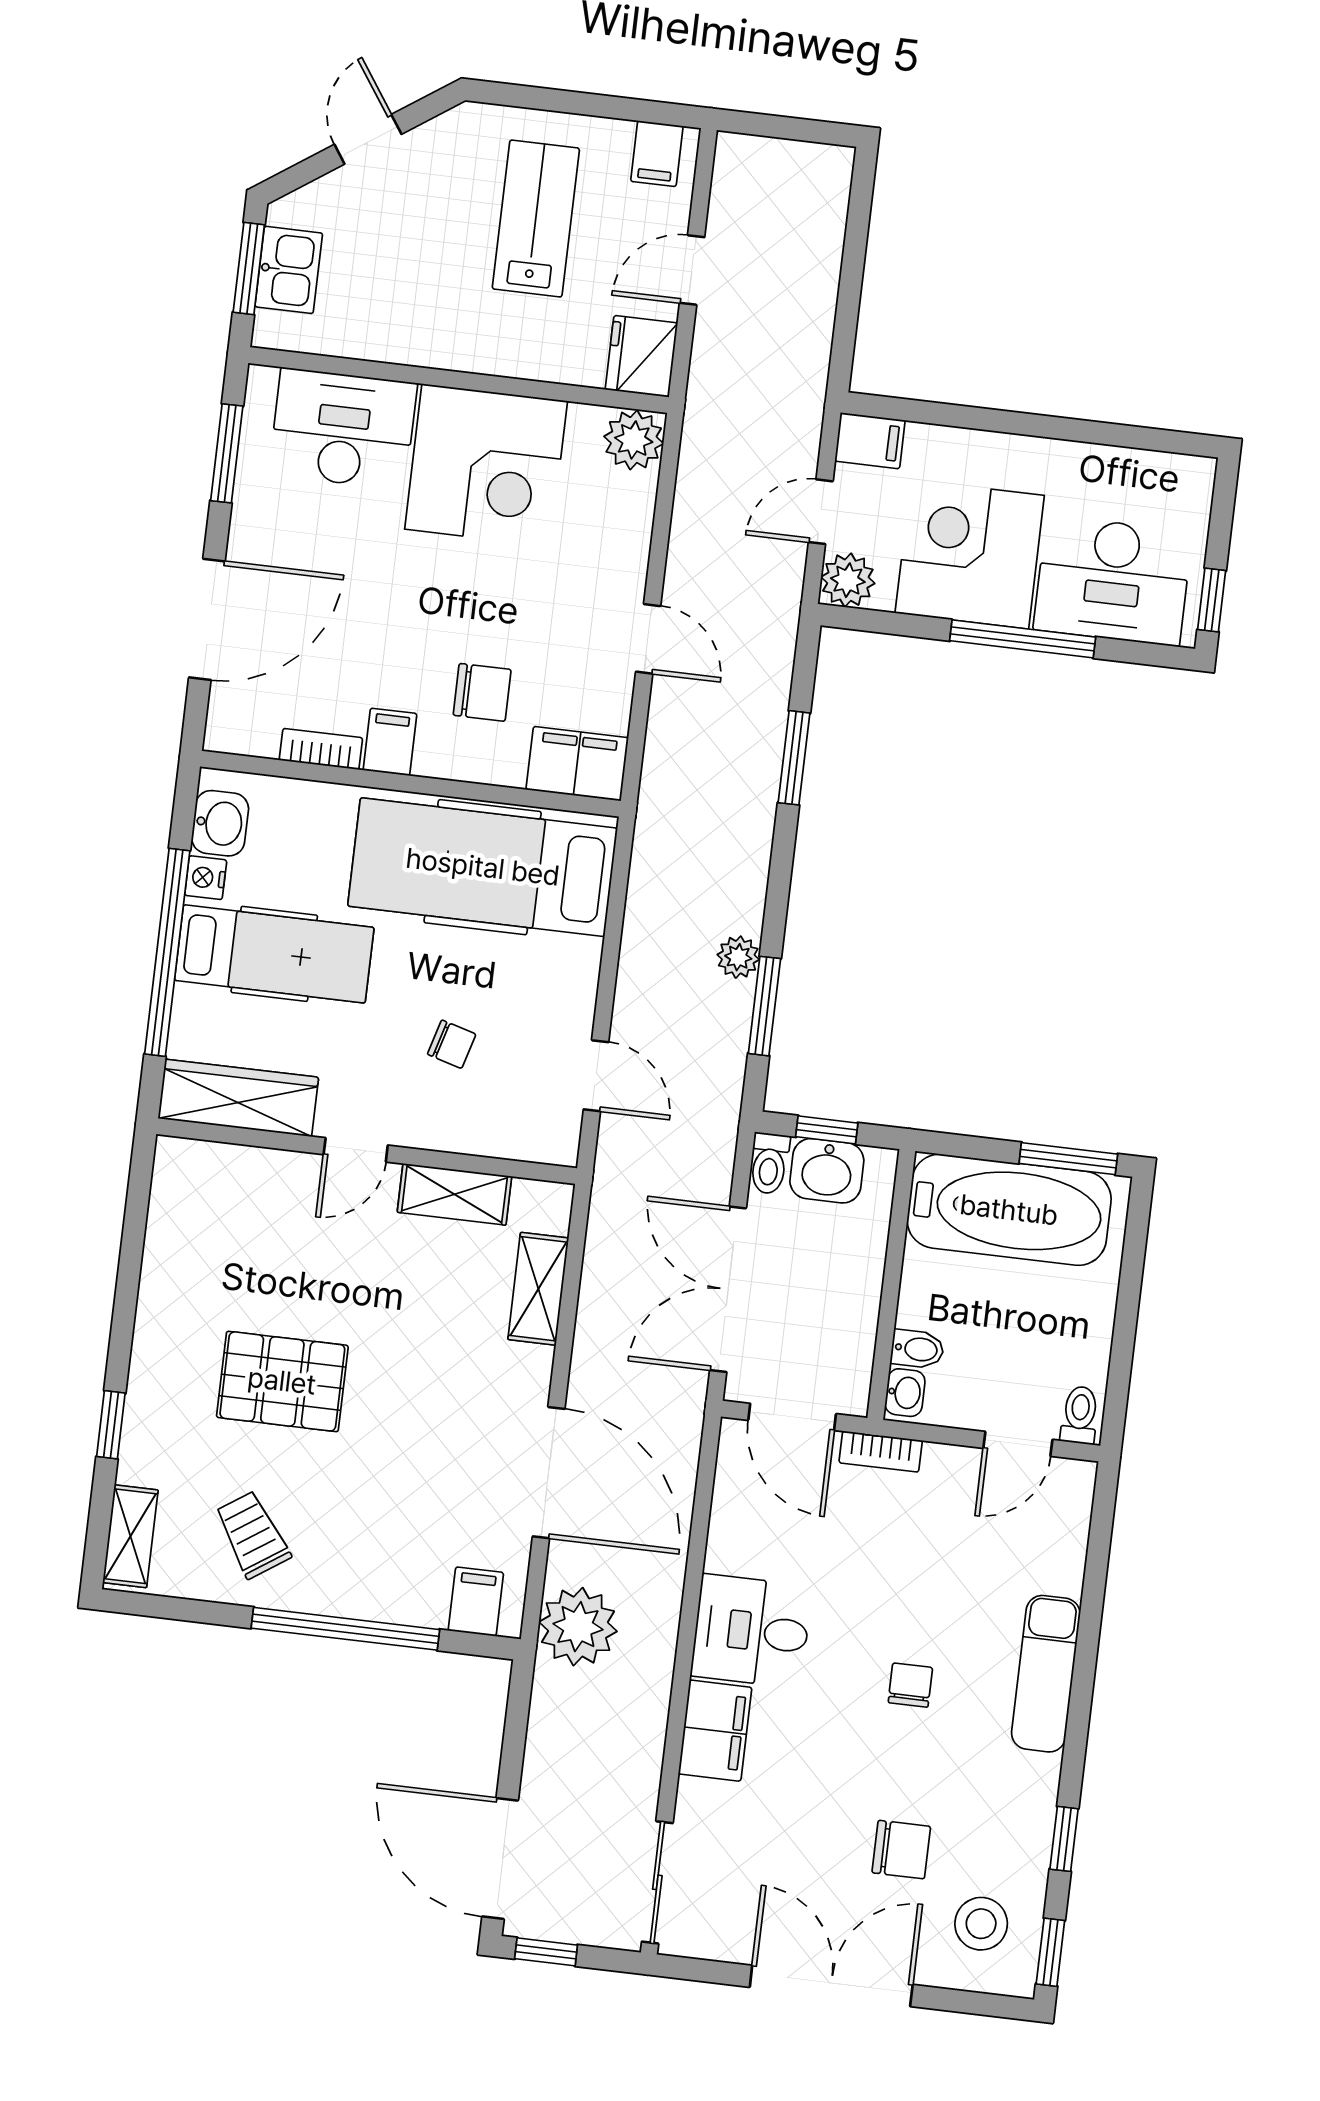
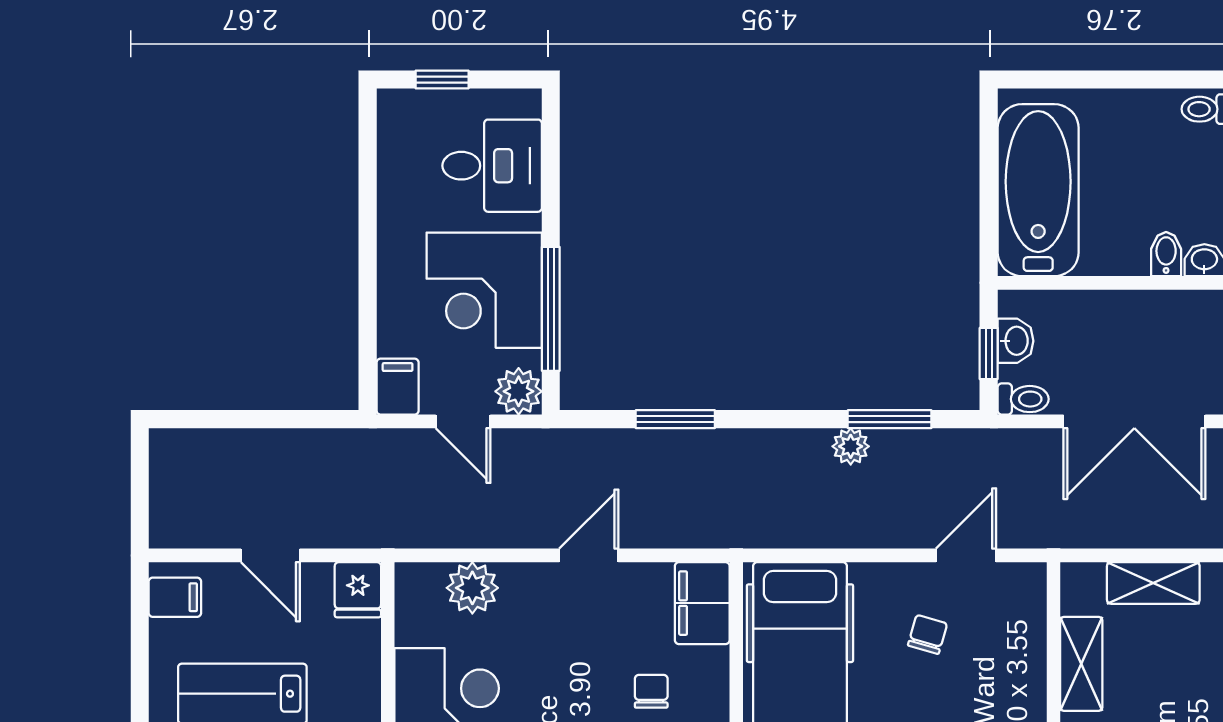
fridge: (642, 356) -> (358, 590), width x0.72
plant: (634, 440) -> (472, 588), moved
desk: (1113, 581) -> (492, 166), width x0.73
window: (1212, 600) -> (442, 80), moved
window: (1023, 639) -> (551, 309), moved
chair: (482, 692) -> (651, 691), width x0.73, depth x0.73
chair: (452, 1044) -> (927, 634), moved
window: (1068, 1159) -> (989, 145), removed
washbasin: (827, 1171) -> (1015, 341), width x0.72, depth x0.69

